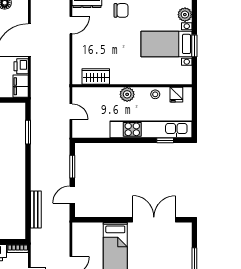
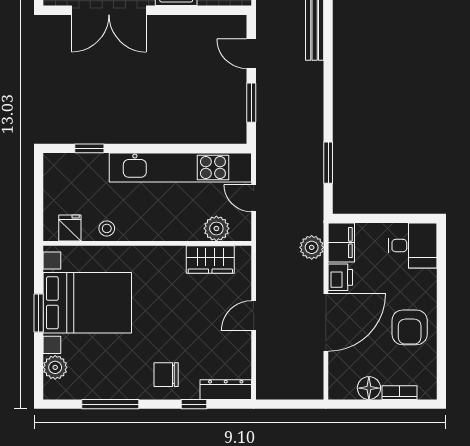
door: (71, 25) -> (254, 316), moved
bed with nightstands: (166, 44) -> (87, 303), width x1.36
plant: (38, 83) -> (312, 247), added
plant: (127, 94) -> (216, 228), moved
kitchen unit: (151, 129) -> (180, 168), moved
door: (72, 195) -> (251, 54), swing flipped

